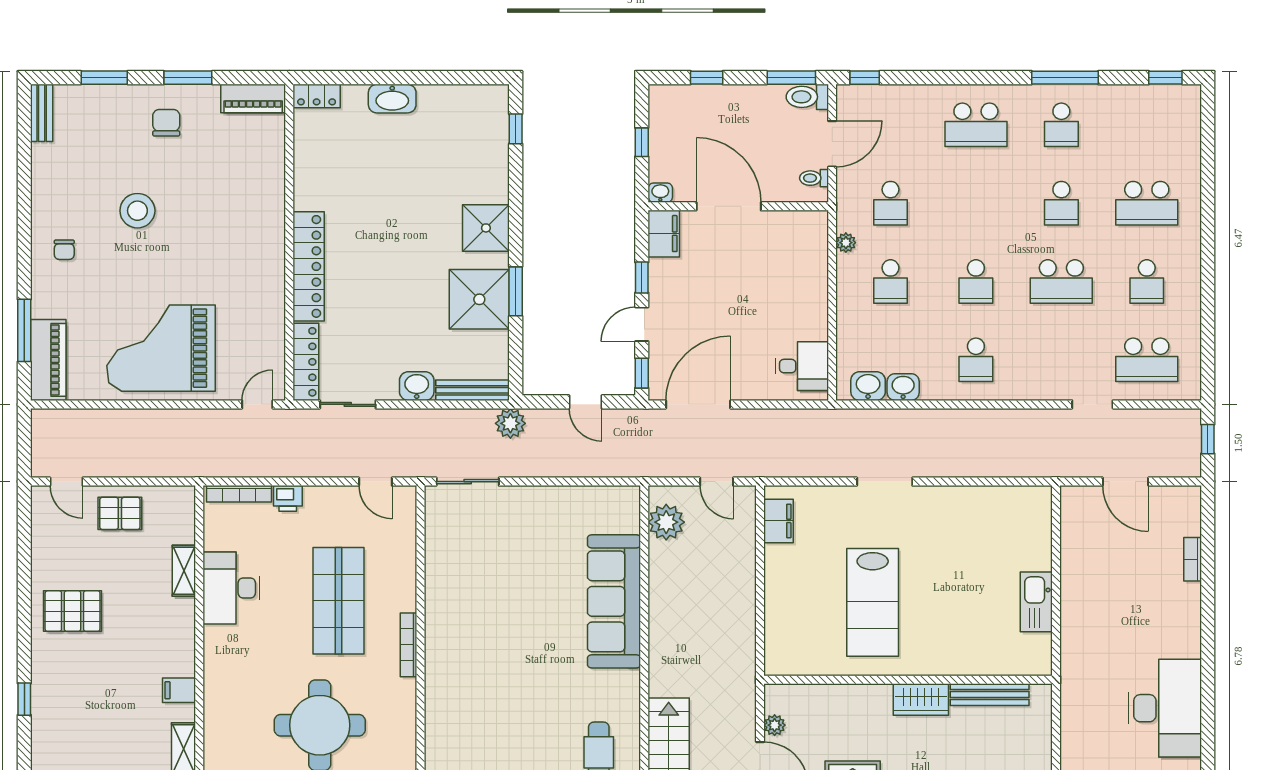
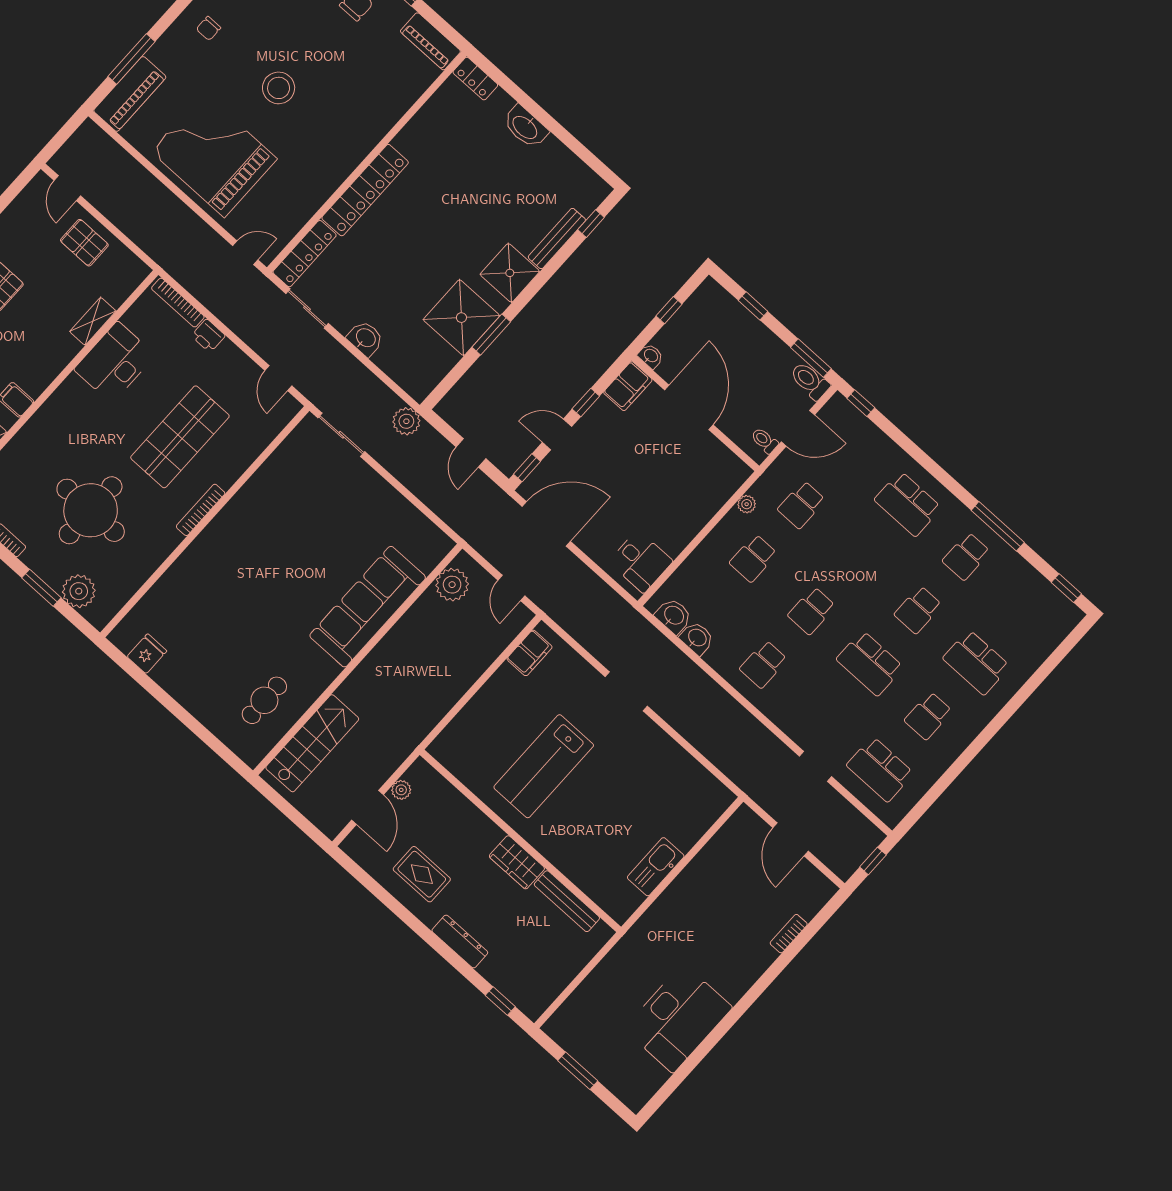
stool: (137, 211) -> (279, 88), moved
bench: (473, 390) -> (557, 239), moved, turned 90

